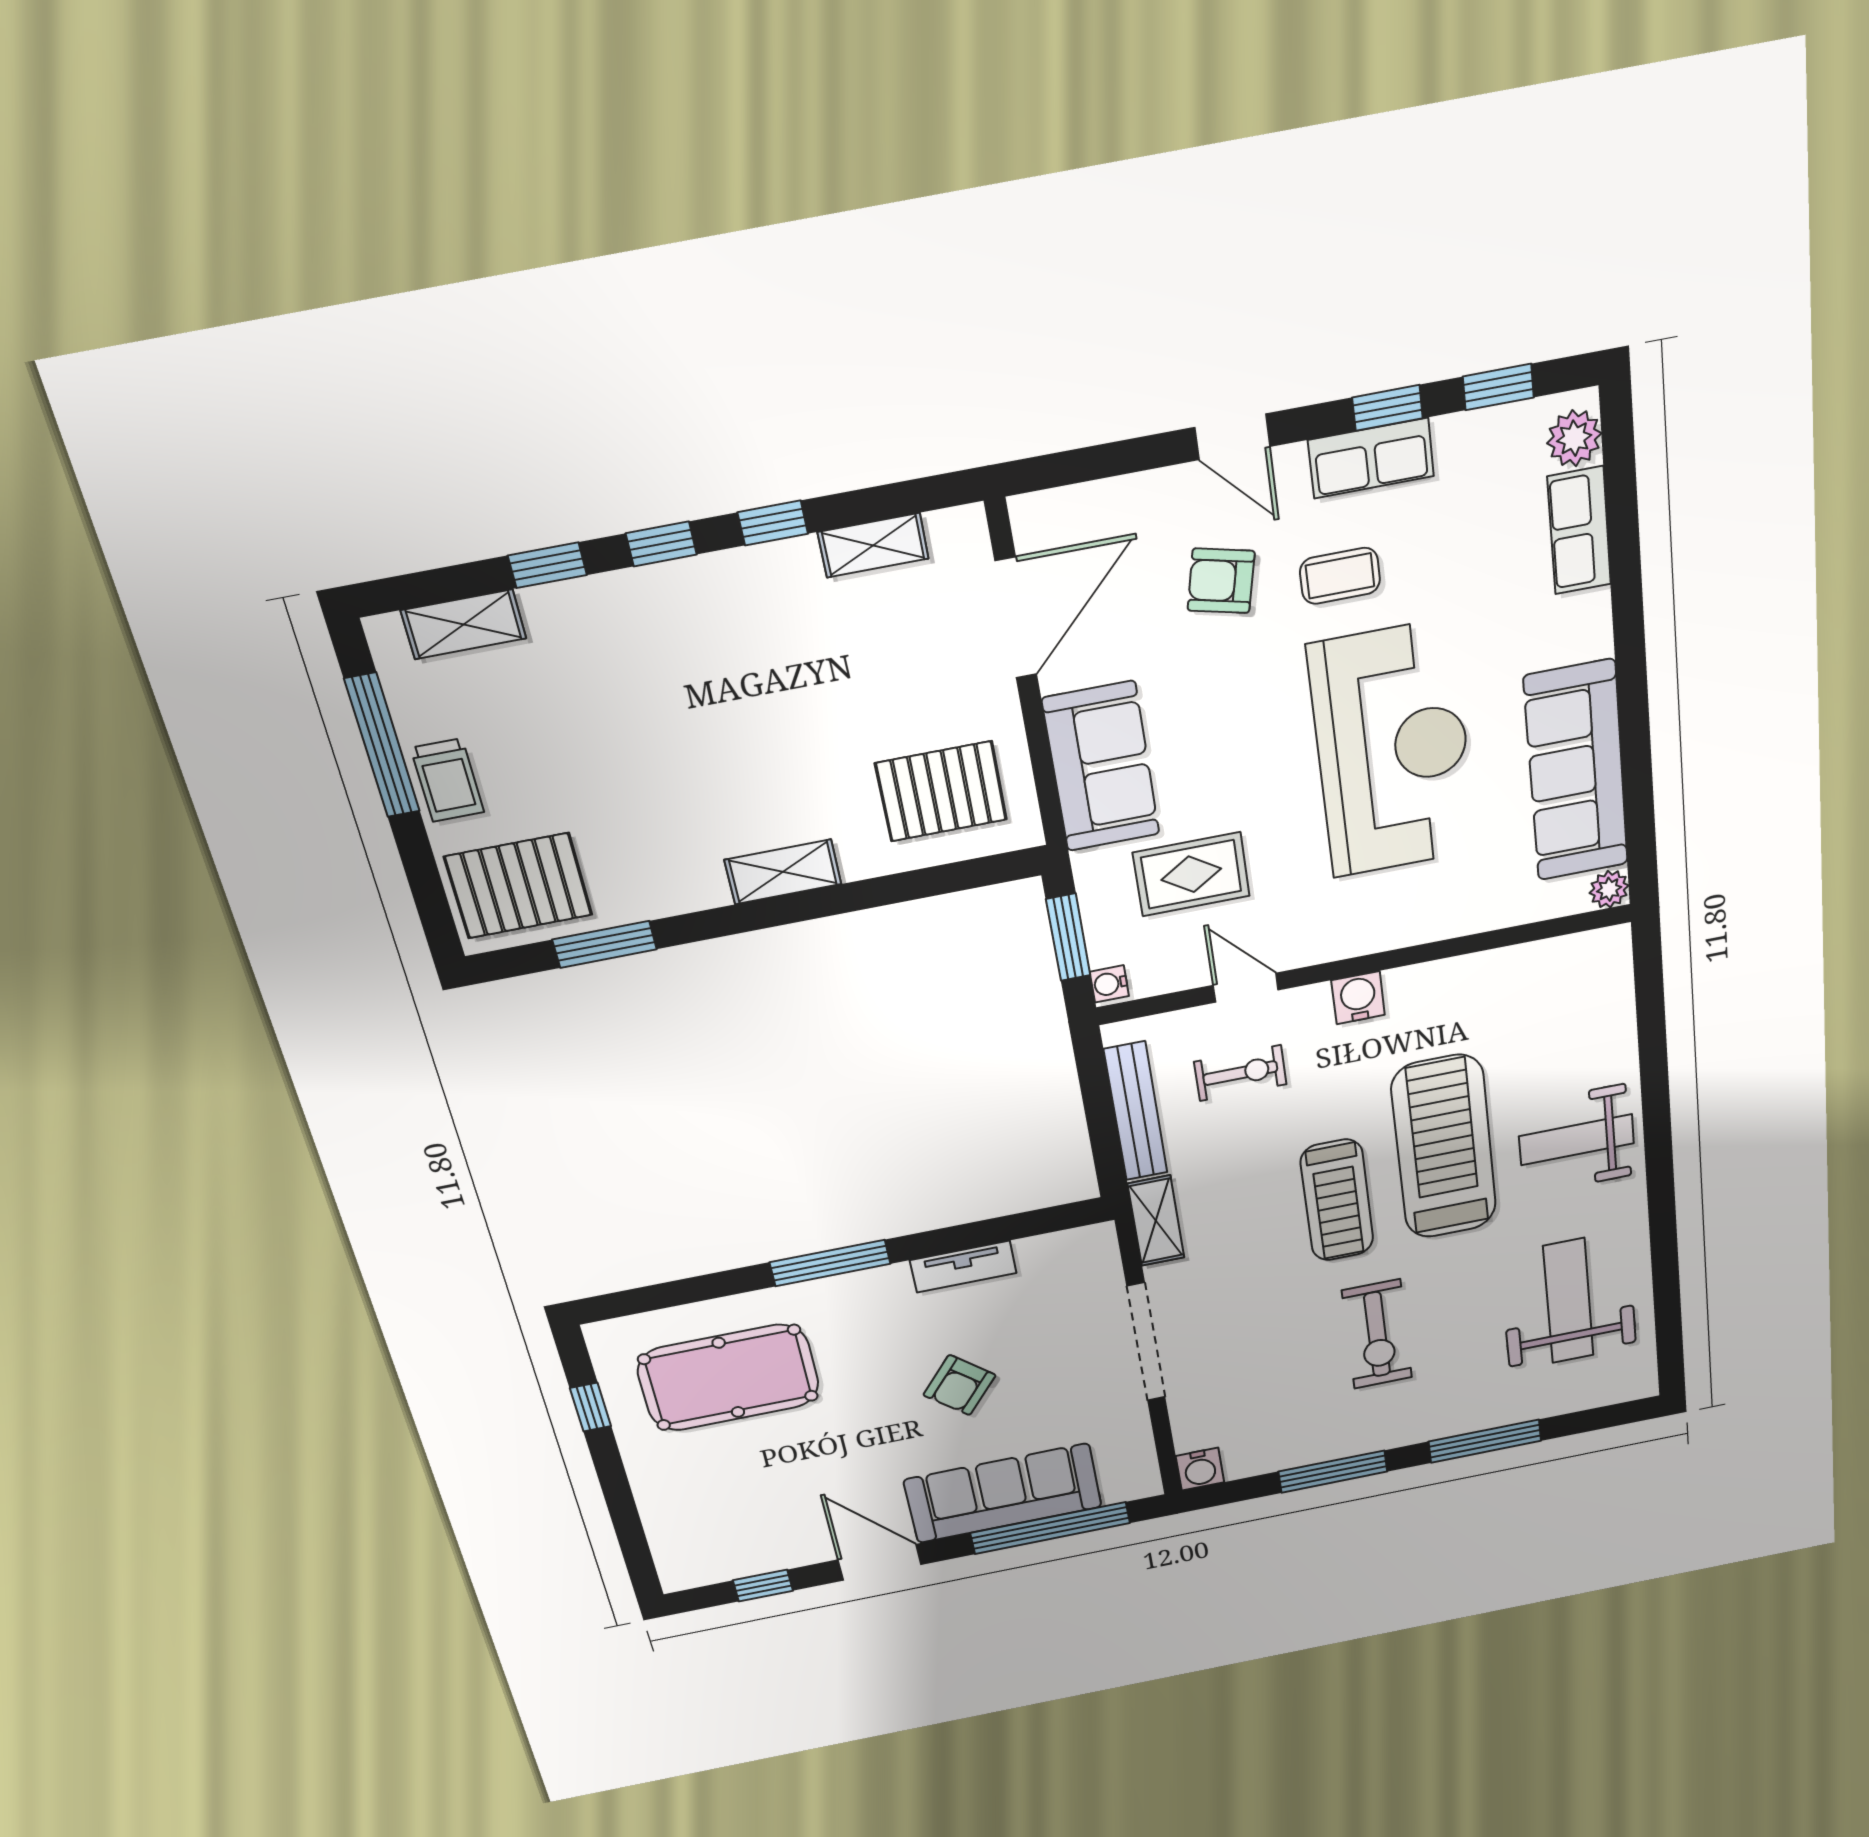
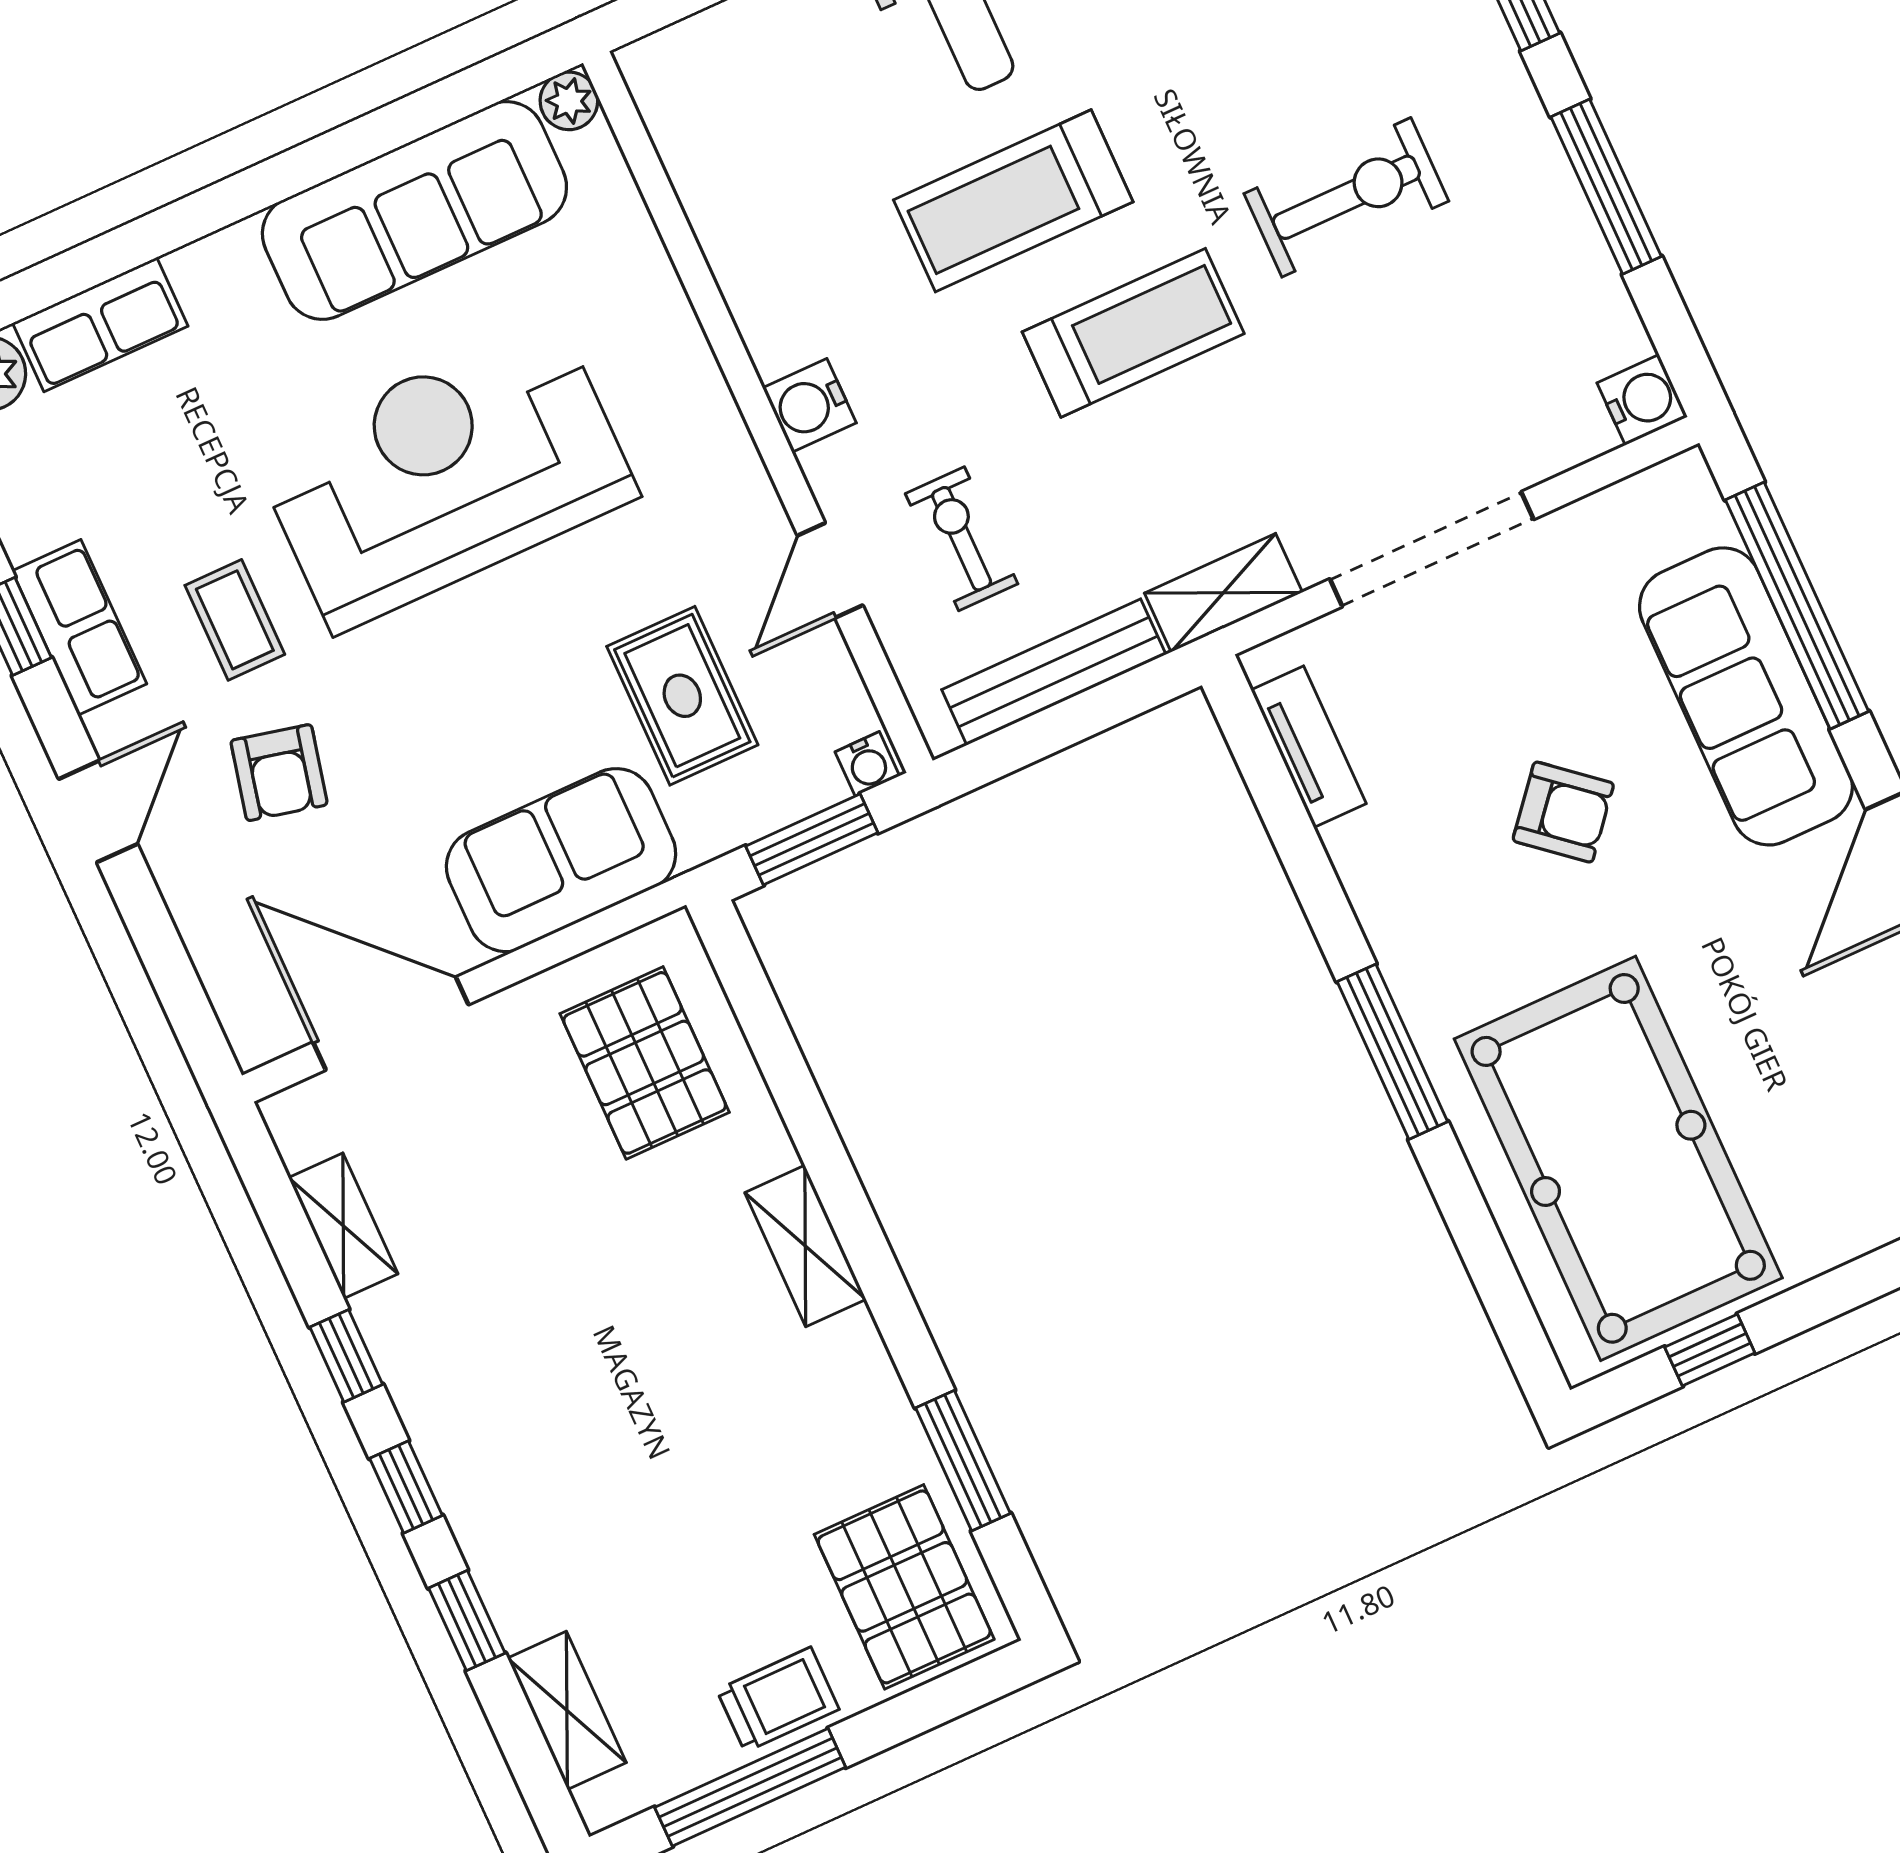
treadmill: (1444, 1147) -> (1013, 201), width x0.73, depth x0.73
tv unit: (963, 1267) -> (1309, 747), moved
pool table: (728, 1378) -> (1618, 1158), width x1.36, depth x1.32

